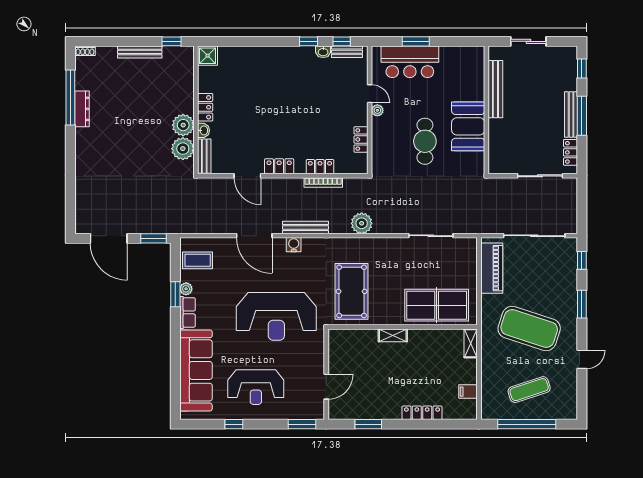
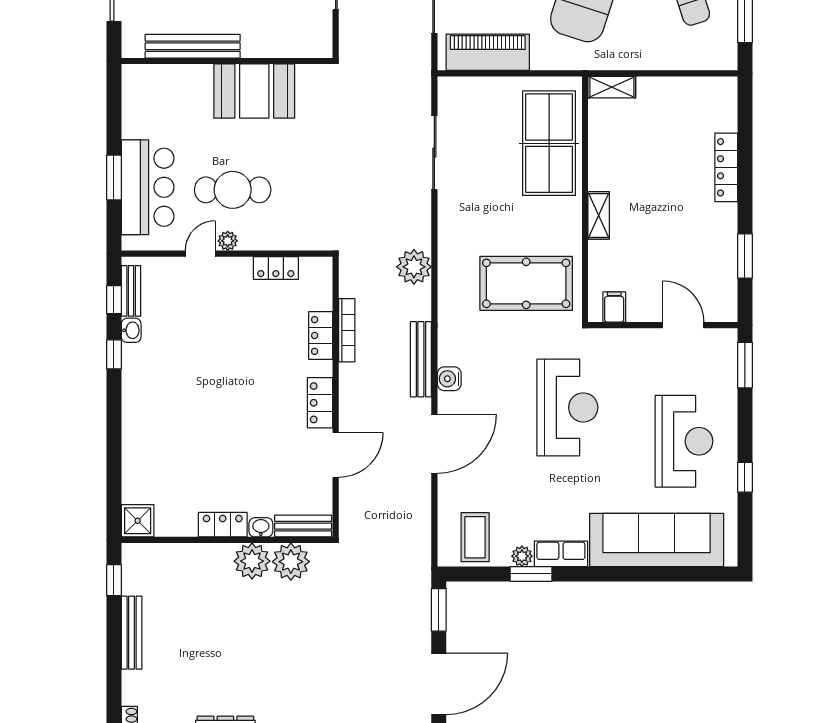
cafe table: (425, 141) -> (233, 190), moved
reception desk: (276, 316) -> (567, 407), width x0.74, depth x0.77
filing cabinet: (468, 392) -> (614, 307), moved, turned 180

